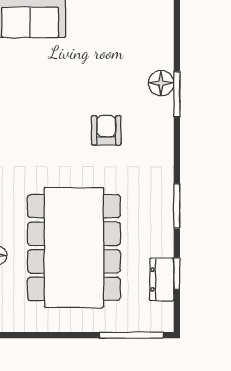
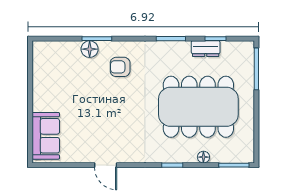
armchair: (106, 130) -> (120, 67), moved
dresser: (162, 280) -> (206, 49), moved

